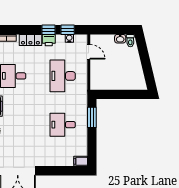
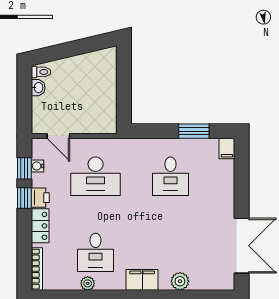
door: (89, 52) -> (58, 136), swing flipped
window: (92, 117) -> (194, 131), moved

